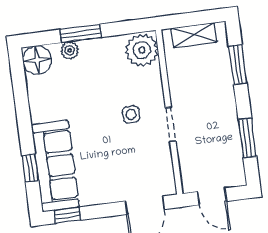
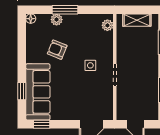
plant: (142, 50) -> (107, 25), width x0.53, depth x0.53
floor lamp: (37, 60) -> (31, 19), width x0.53, depth x0.53
armchair: (77, 97) -> (57, 50), added

